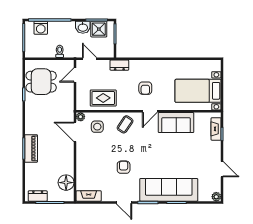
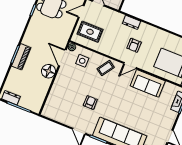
dresser: (119, 65) -> (131, 22), moved
rug: (103, 98) -> (90, 32), moved
floor lamp: (66, 183) -> (48, 71), moved
fireplace: (89, 196) -> (52, 114), removed

